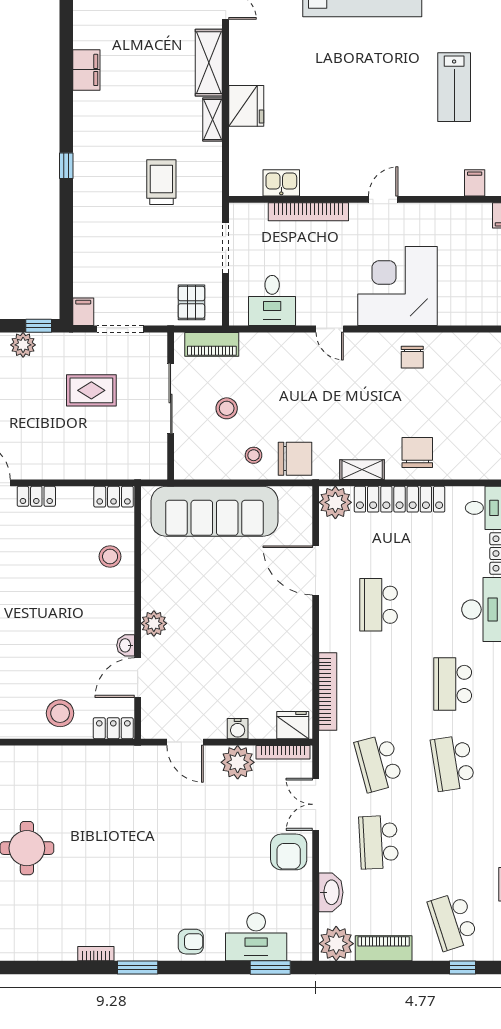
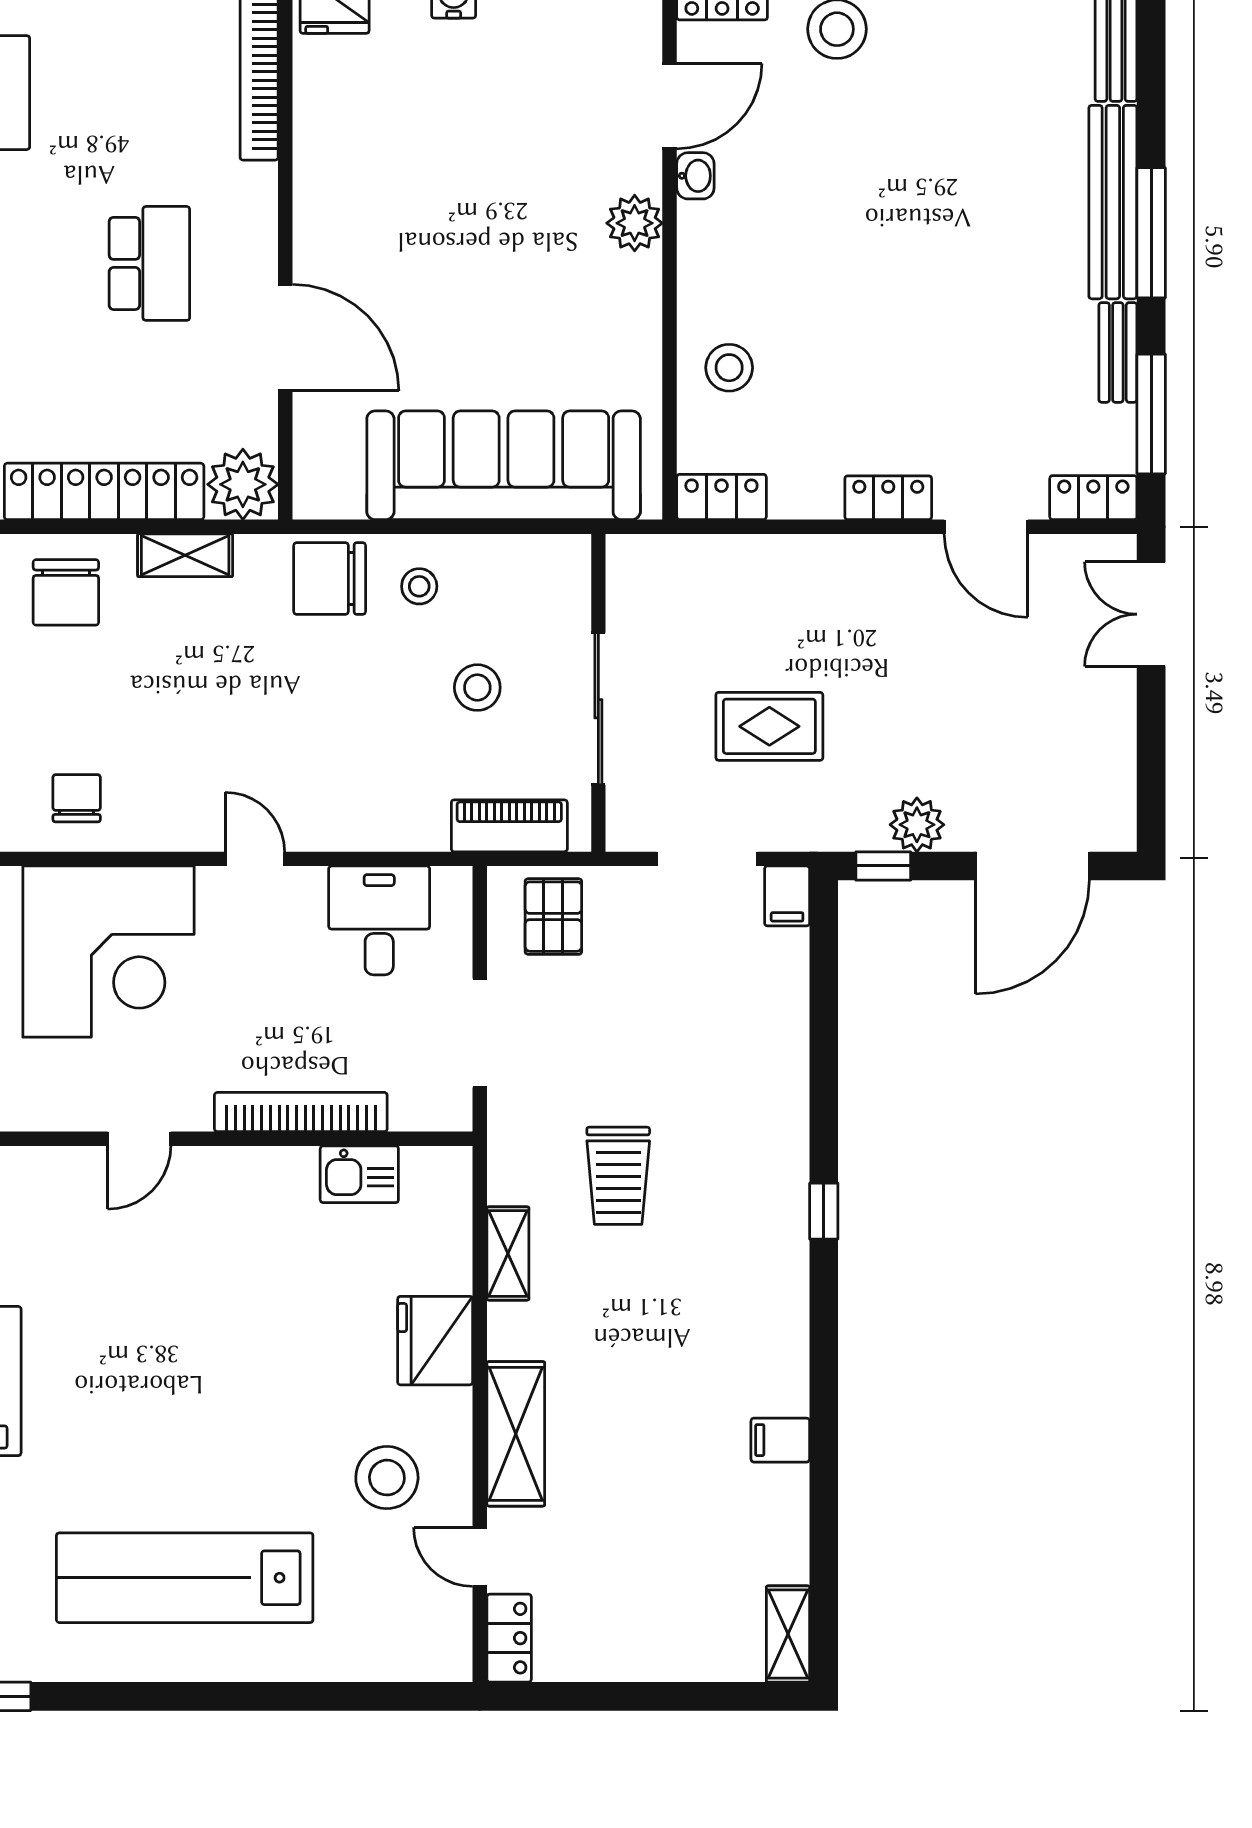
stool: (269, 42) -> (387, 1478), added
filing cabinet: (86, 70) -> (780, 1440), width x0.50
shelving: (212, 120) -> (508, 1253), moved

